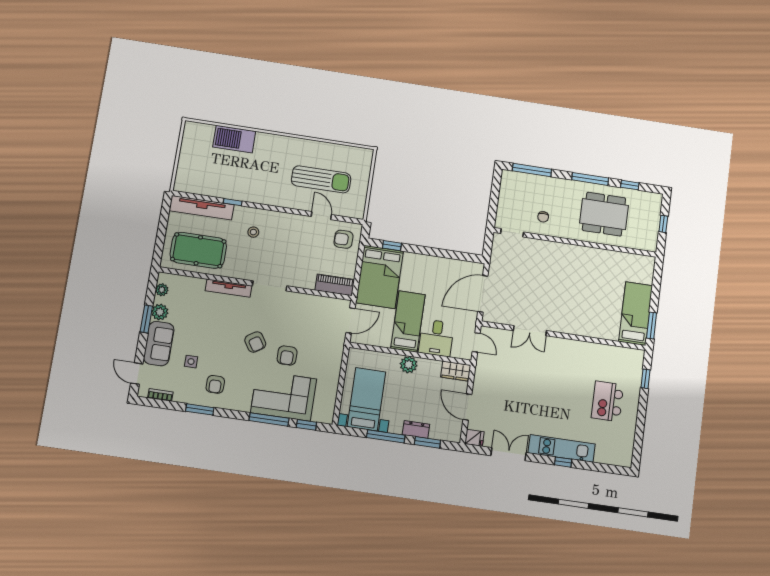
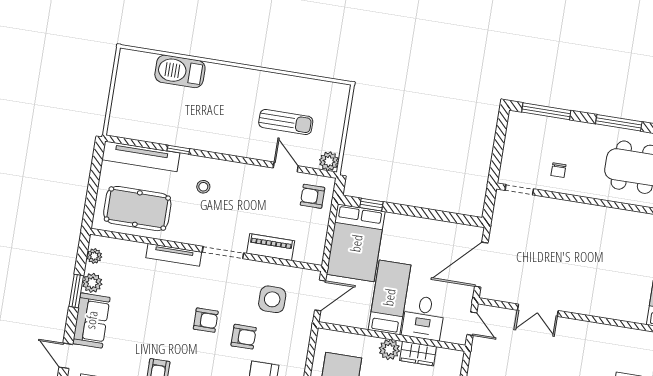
sun lounger: (321, 179) -> (286, 122), width x0.73, depth x0.75
plant: (357, 211) -> (329, 161), added
piano: (335, 285) -> (271, 247), moved
armchair: (255, 342) -> (206, 320), turned -57
armchair: (287, 355) -> (244, 337), turned -90
side table: (191, 362) -> (272, 299), moved, width x1.87, depth x1.87
wardrobe: (456, 371) -> (418, 354), moved

